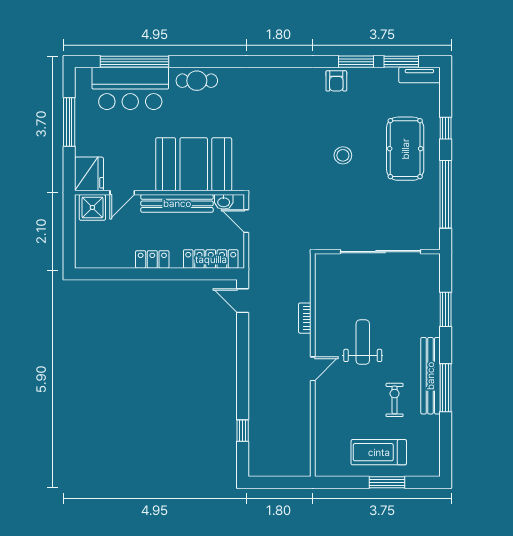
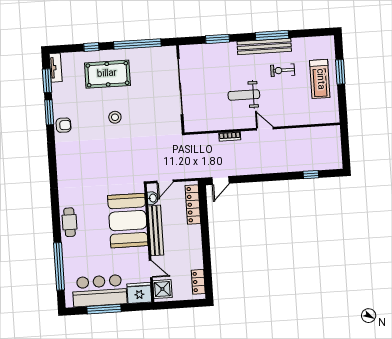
bar counter: (130, 88) -> (100, 291), moved, turned -90
locker: (152, 259) -> (198, 282), moved

